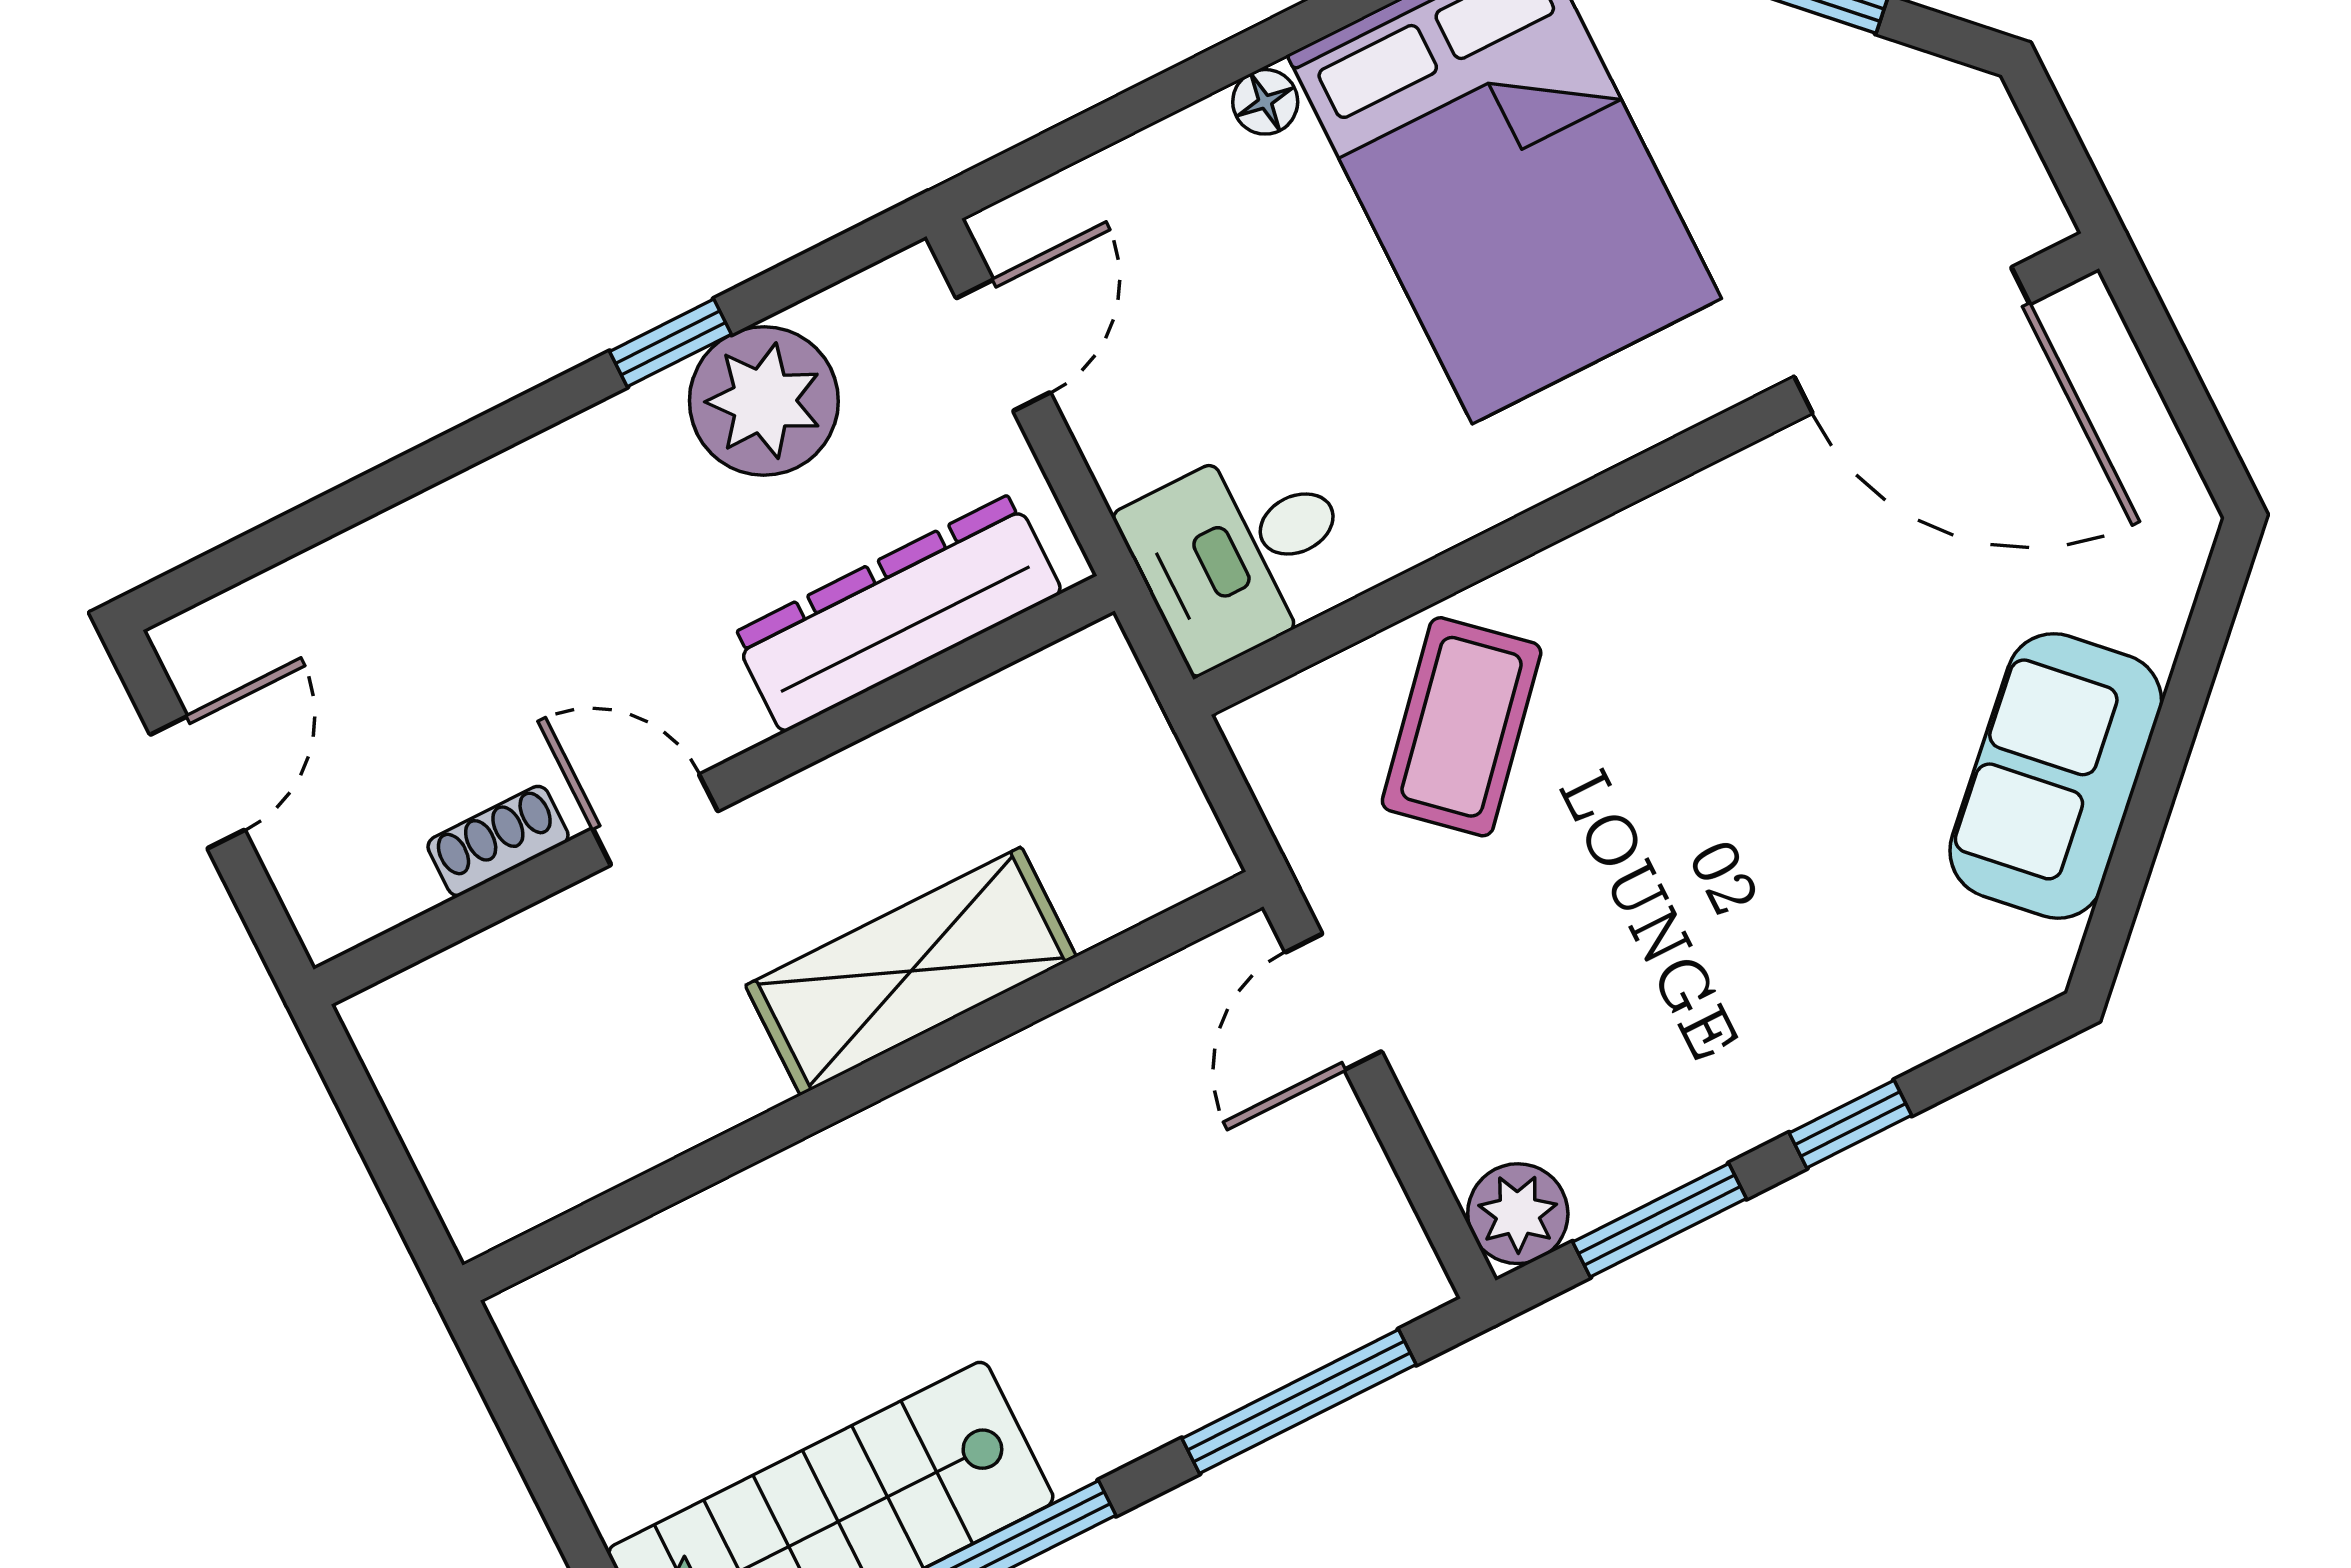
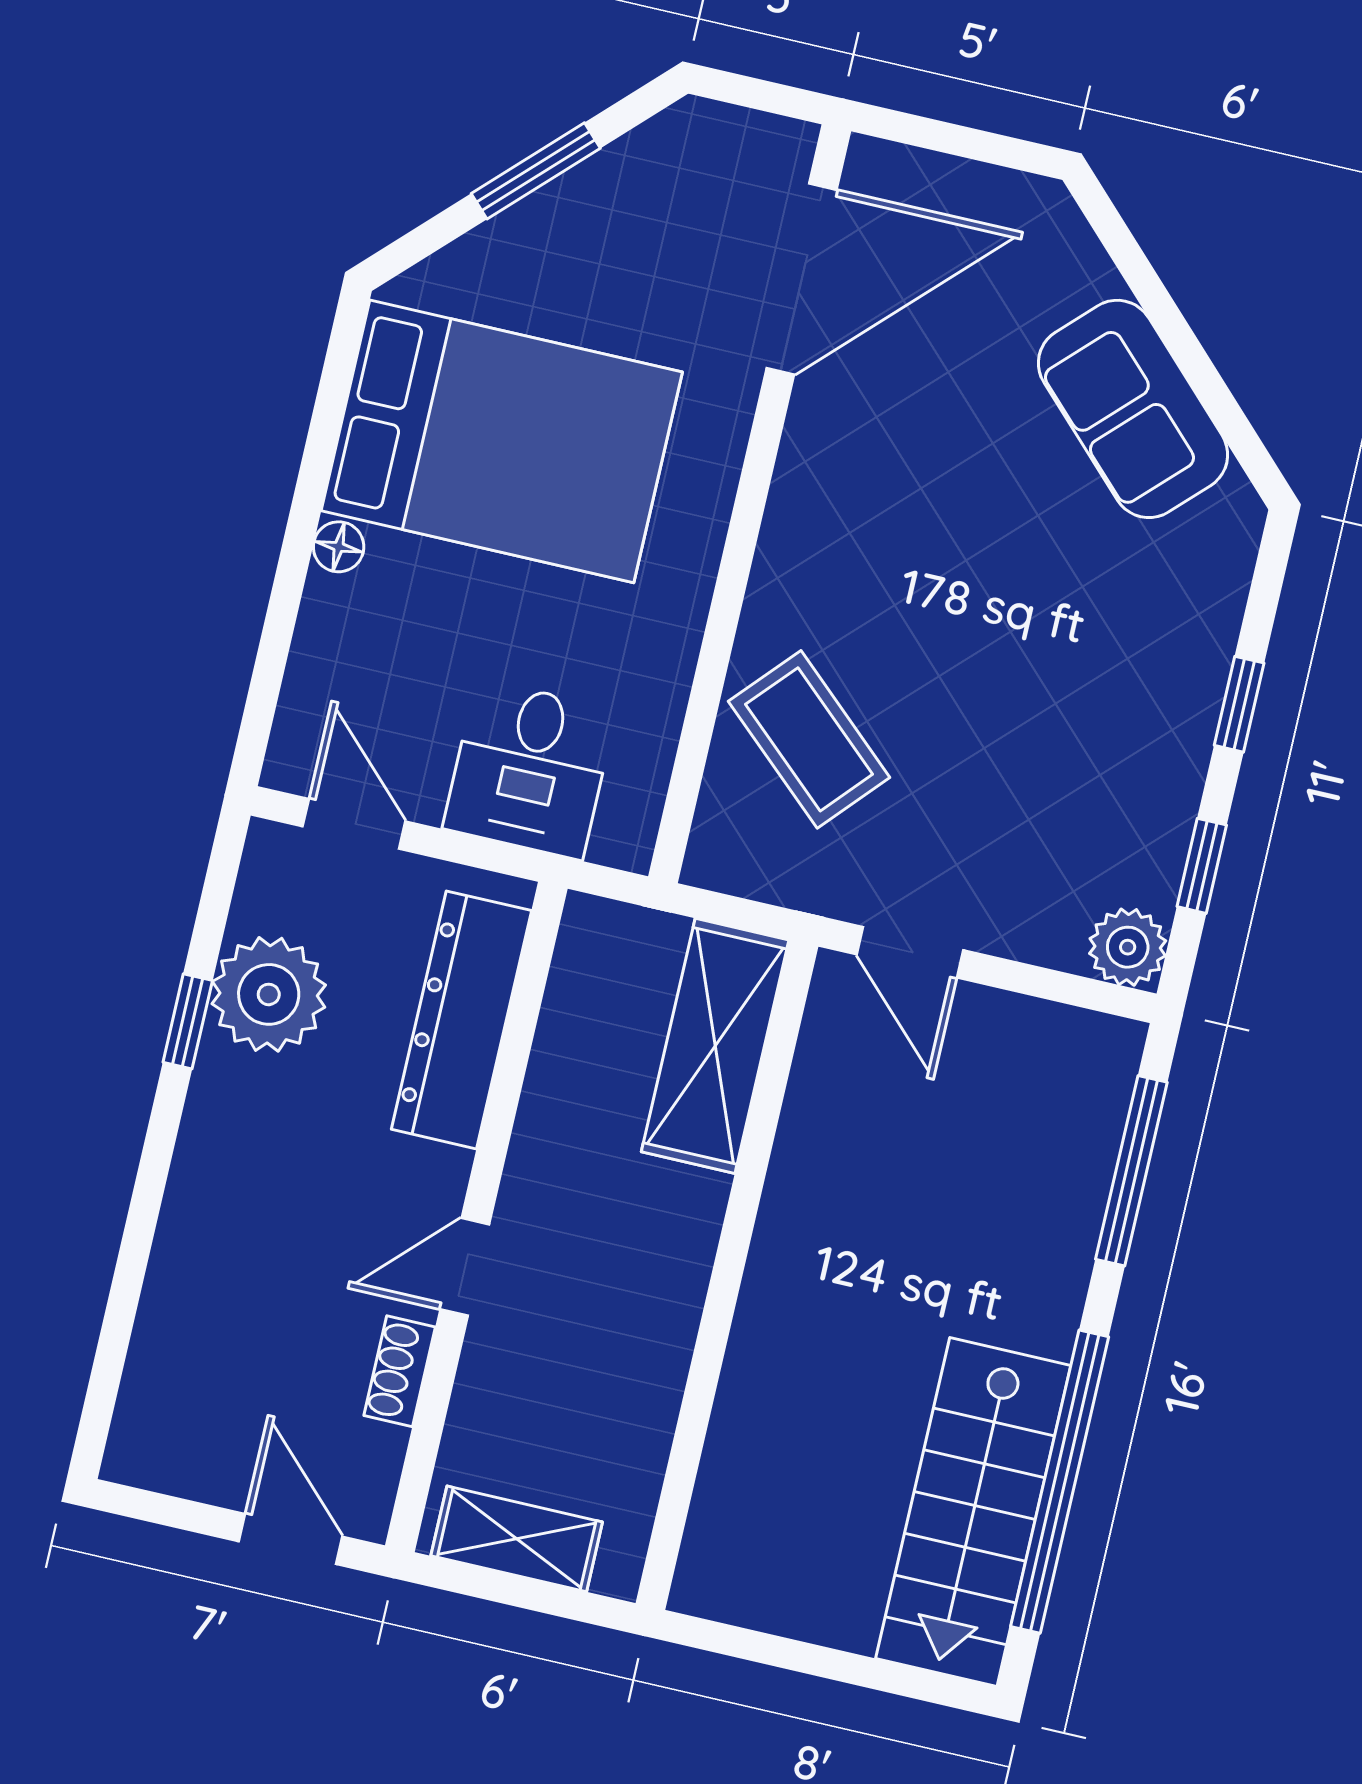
desk: (1241, 552) -> (530, 769), moved
door: (197, 782) -> (291, 1539), moved
shelving: (911, 971) -> (715, 1046), moved
shelving: (428, 1095) -> (517, 1539), added
window: (1659, 1220) -> (1202, 866), width x0.67

